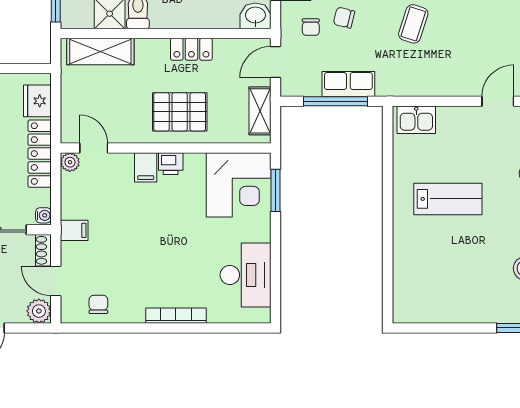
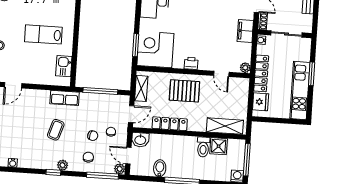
locker: (191, 49) -> (170, 124), width x1.53
row of seats: (348, 84) -> (65, 98), moved
kitchen sink: (416, 120) -> (64, 66), moved, turned -90
door: (94, 148) -> (221, 74), moved
filing cabinet: (146, 167) -> (205, 62), removed
filing cabinet: (74, 230) -> (245, 31), width x2.00

